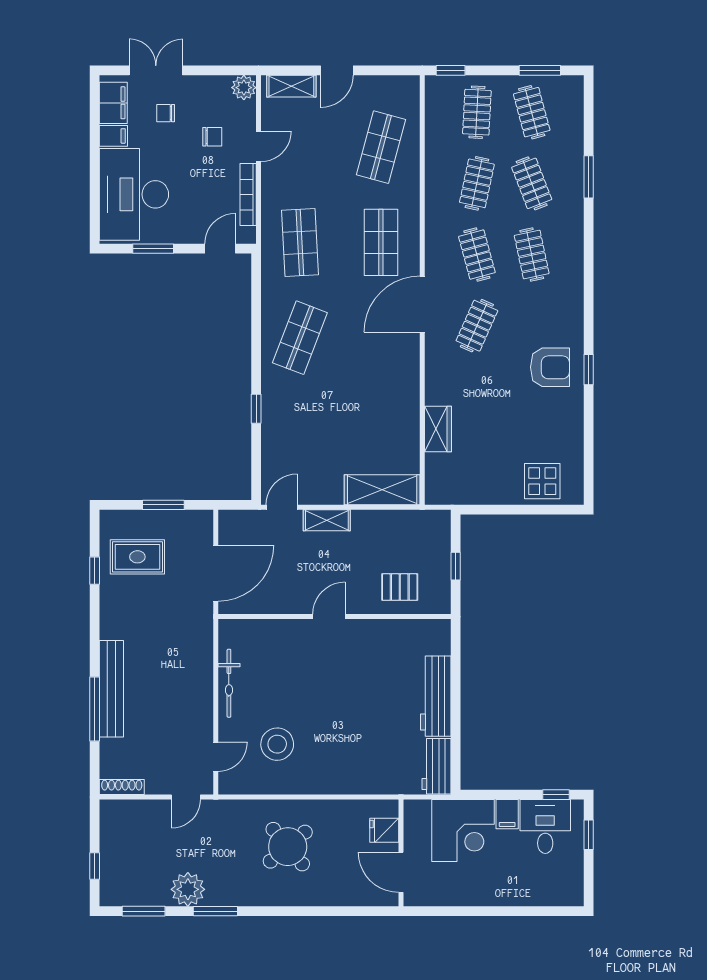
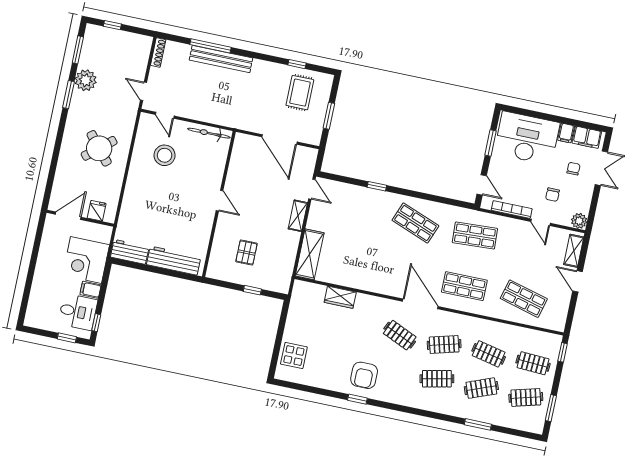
door: (329, 617) -> (220, 201), moved
wall: (335, 617) -> (219, 204), moved

